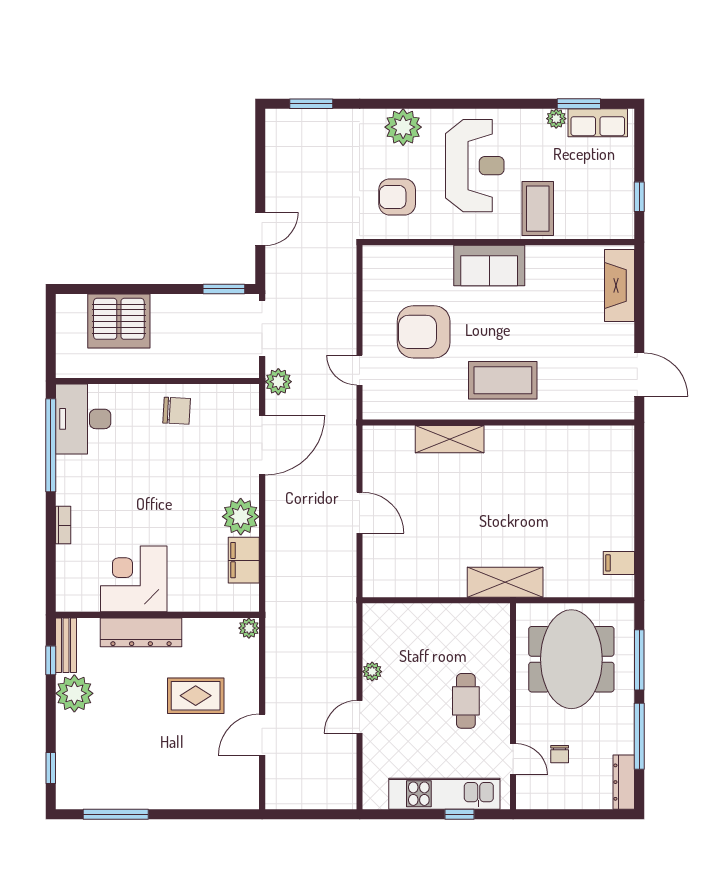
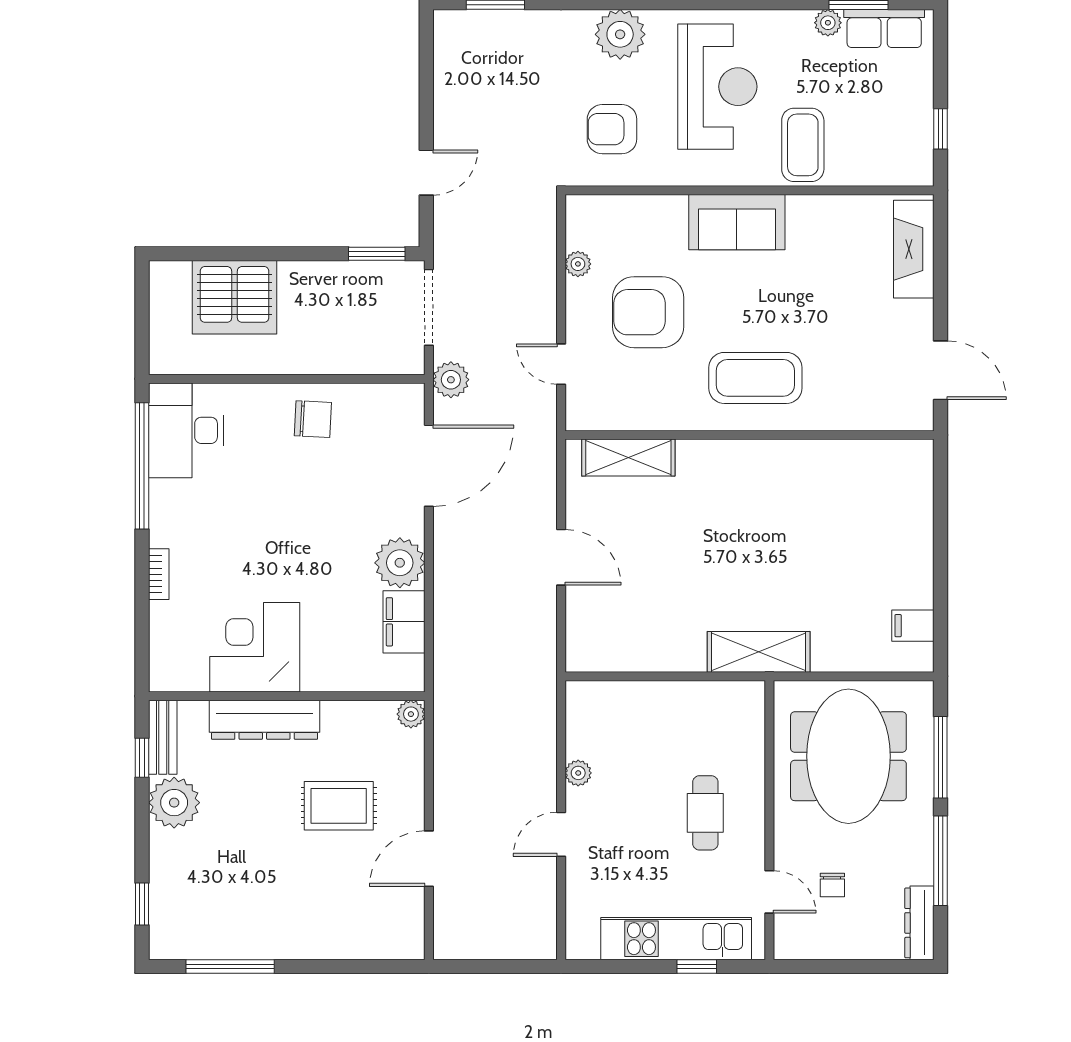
plant: (372, 296) -> (578, 264), added
shelving: (450, 439) -> (628, 458), moved

